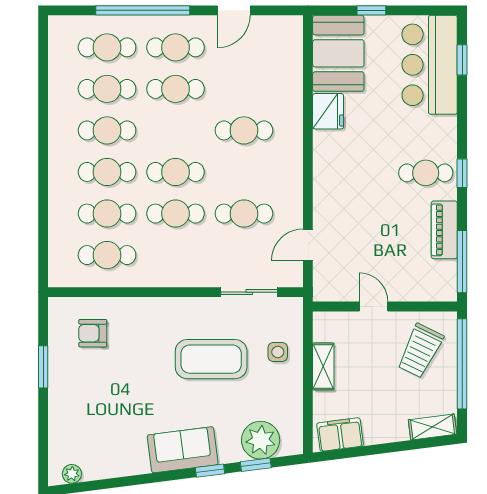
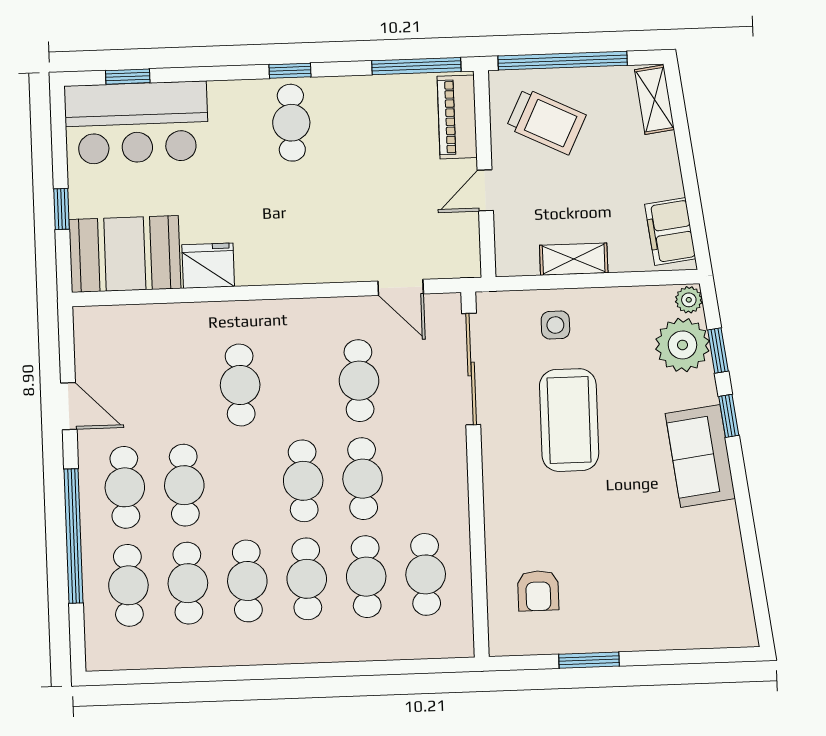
piano: (444, 230) -> (457, 117), moved, turned 90
sliding door: (249, 292) -> (471, 369), width x1.37
plant: (72, 474) -> (689, 300), moved

